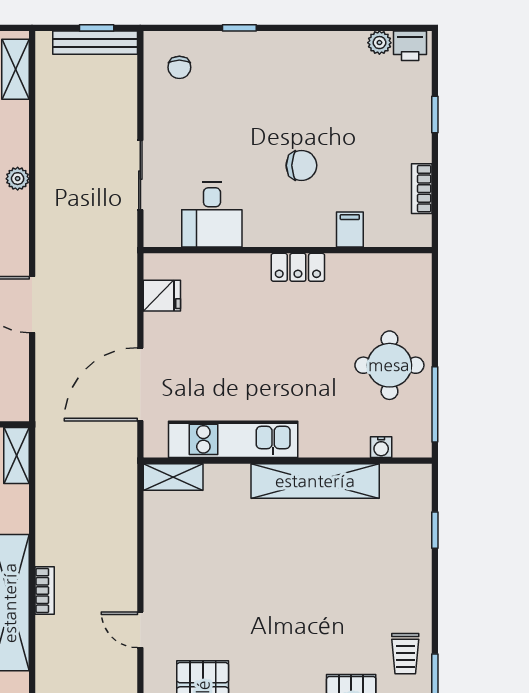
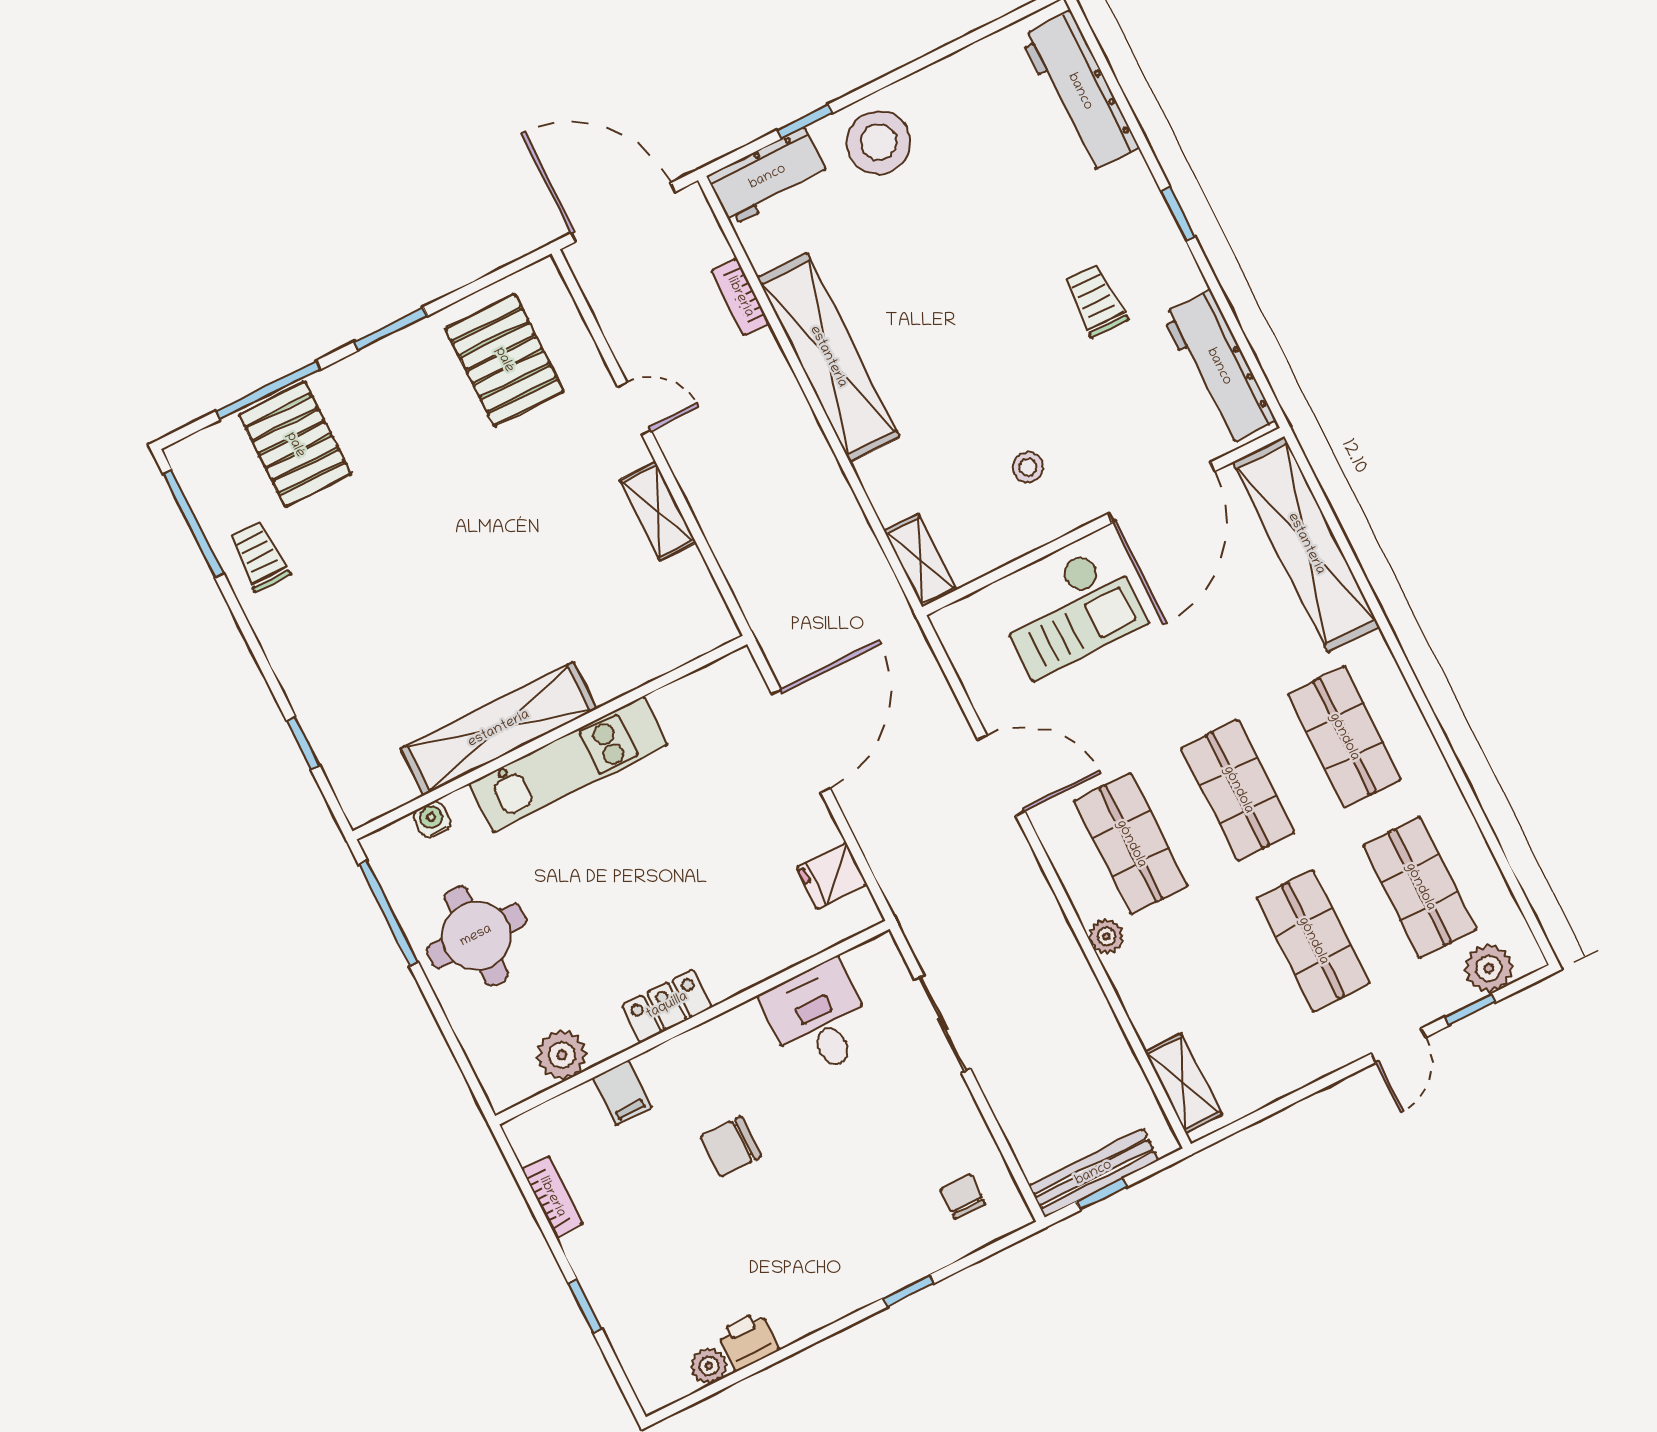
printer: (410, 46) -> (748, 1341), moved
plant: (374, 270) -> (562, 1055), added
kitchen unit: (233, 439) -> (568, 764), moved
shelving: (173, 477) -> (658, 511), moved, turned 90
bookcase: (45, 590) -> (740, 297), moved

